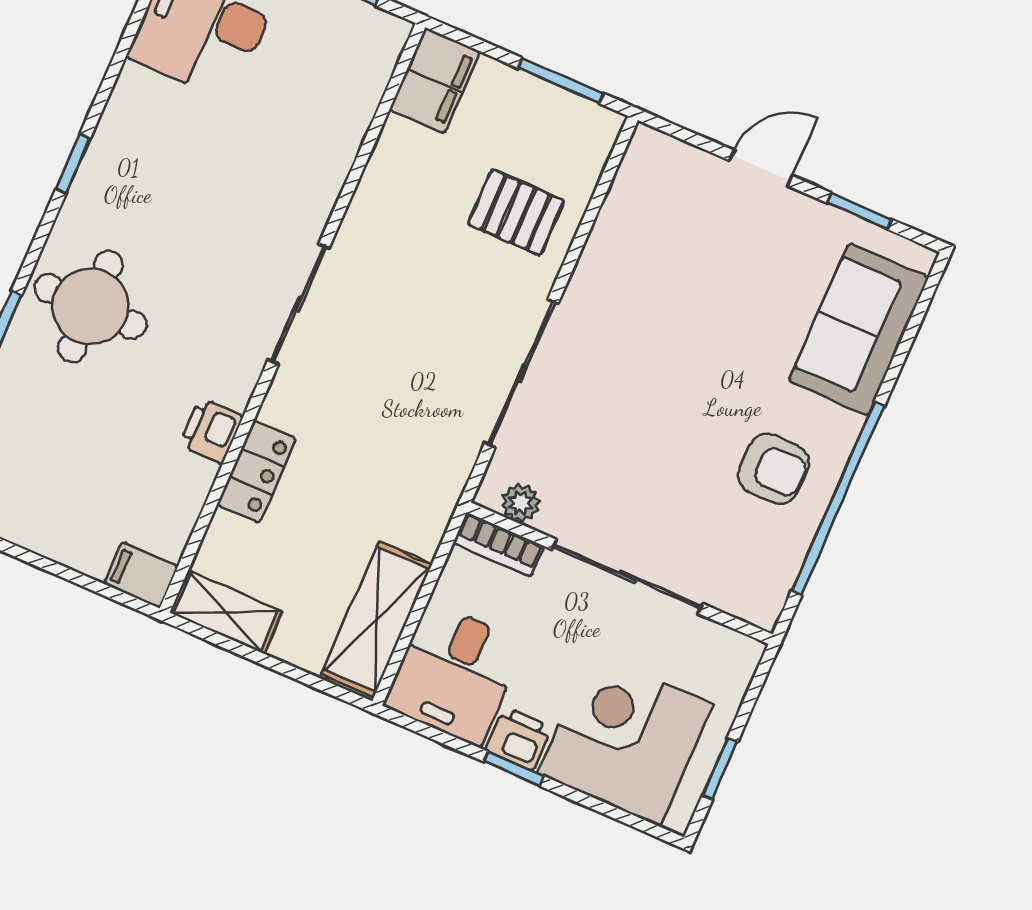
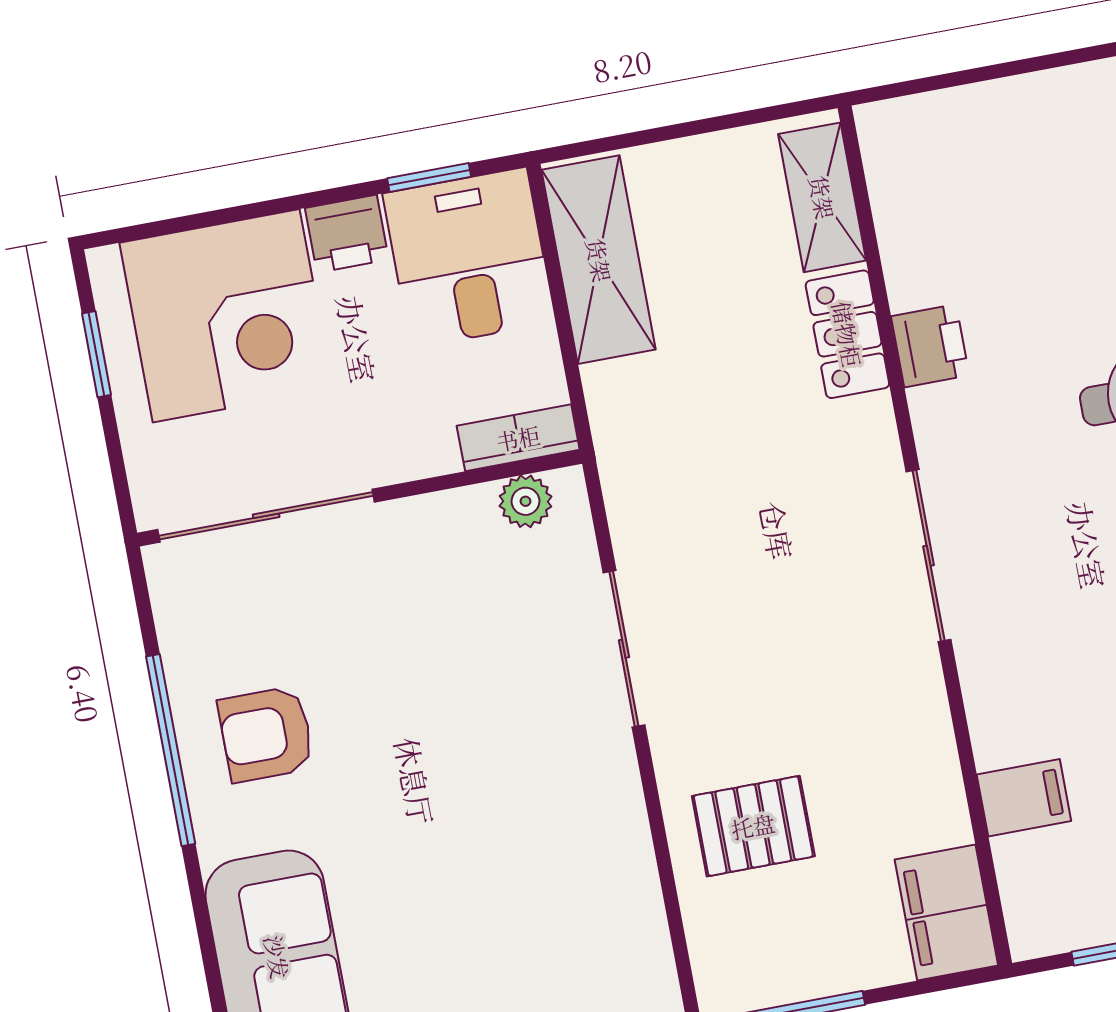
sliding door: (521, 373) -> (624, 649), width x0.73
window: (838, 498) -> (171, 750), width x0.68
filing cabinet: (141, 575) -> (1024, 798), moved
sliding door: (628, 577) -> (266, 516), moved
shelving: (226, 612) -> (822, 197), moved, turned 90
window: (514, 769) -> (429, 177), moved

